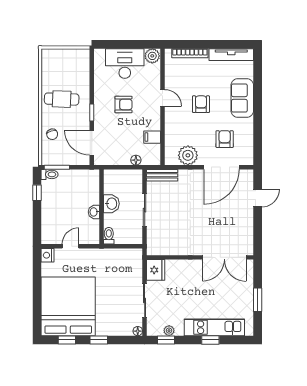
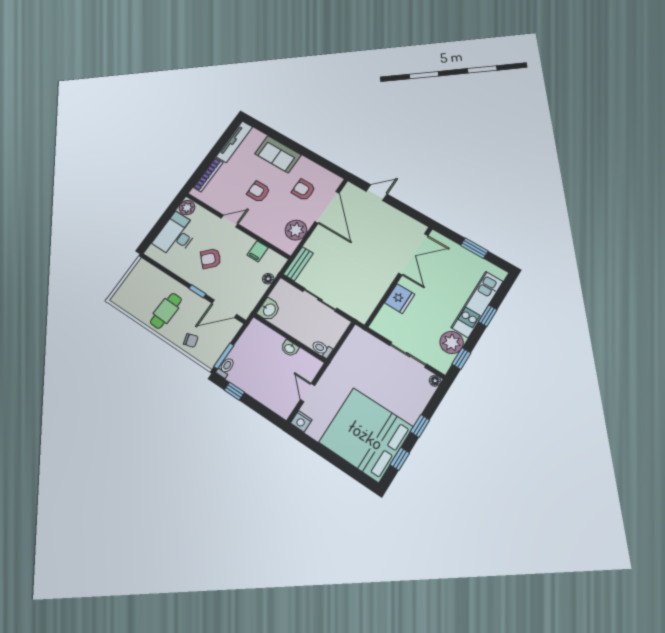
armchair: (123, 104) -> (211, 259), turned -135
door: (258, 198) -> (377, 193), hinge flipped
washbasin: (111, 204) -> (269, 310), moved, turned 90
fridge: (156, 270) -> (400, 299), moved, turned 90
plant: (169, 331) -> (452, 342), width x1.87, depth x1.87

